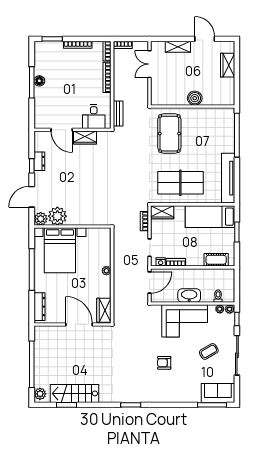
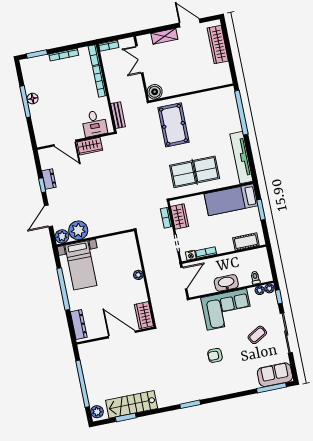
wardrobe: (228, 65) -> (218, 44), width x1.50
boiler: (195, 98) -> (155, 92), moved
wardrobe: (162, 212) -> (179, 216), moved, turned -90
bed with nightstands: (60, 250) -> (81, 265), width x0.73

